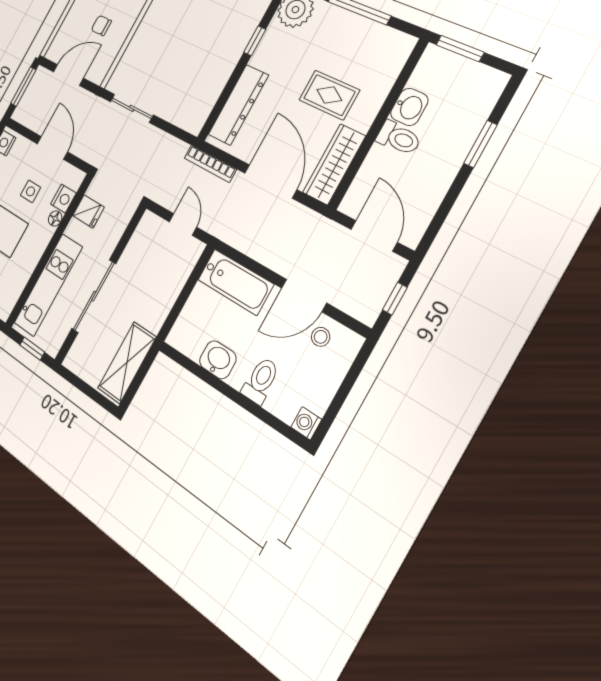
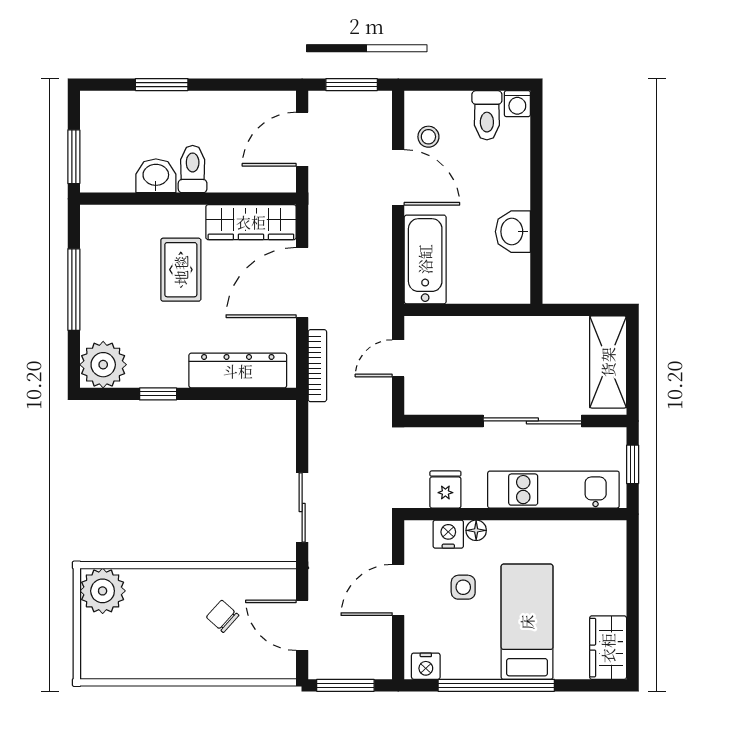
chair: (101, 26) -> (223, 616), turned 132
window: (395, 299) -> (352, 85), width x1.50
shelving: (127, 363) -> (608, 362), moved, turned 90
toilet: (261, 381) -> (487, 115), moved, turned -90

